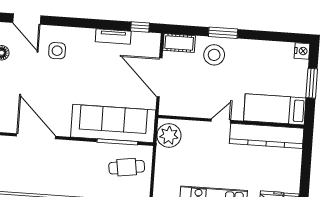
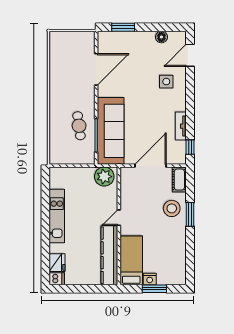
nightstand: (302, 51) -> (150, 279), moved
door: (221, 121) -> (119, 218), swing flipped
cafe table: (127, 167) -> (79, 126), moved

